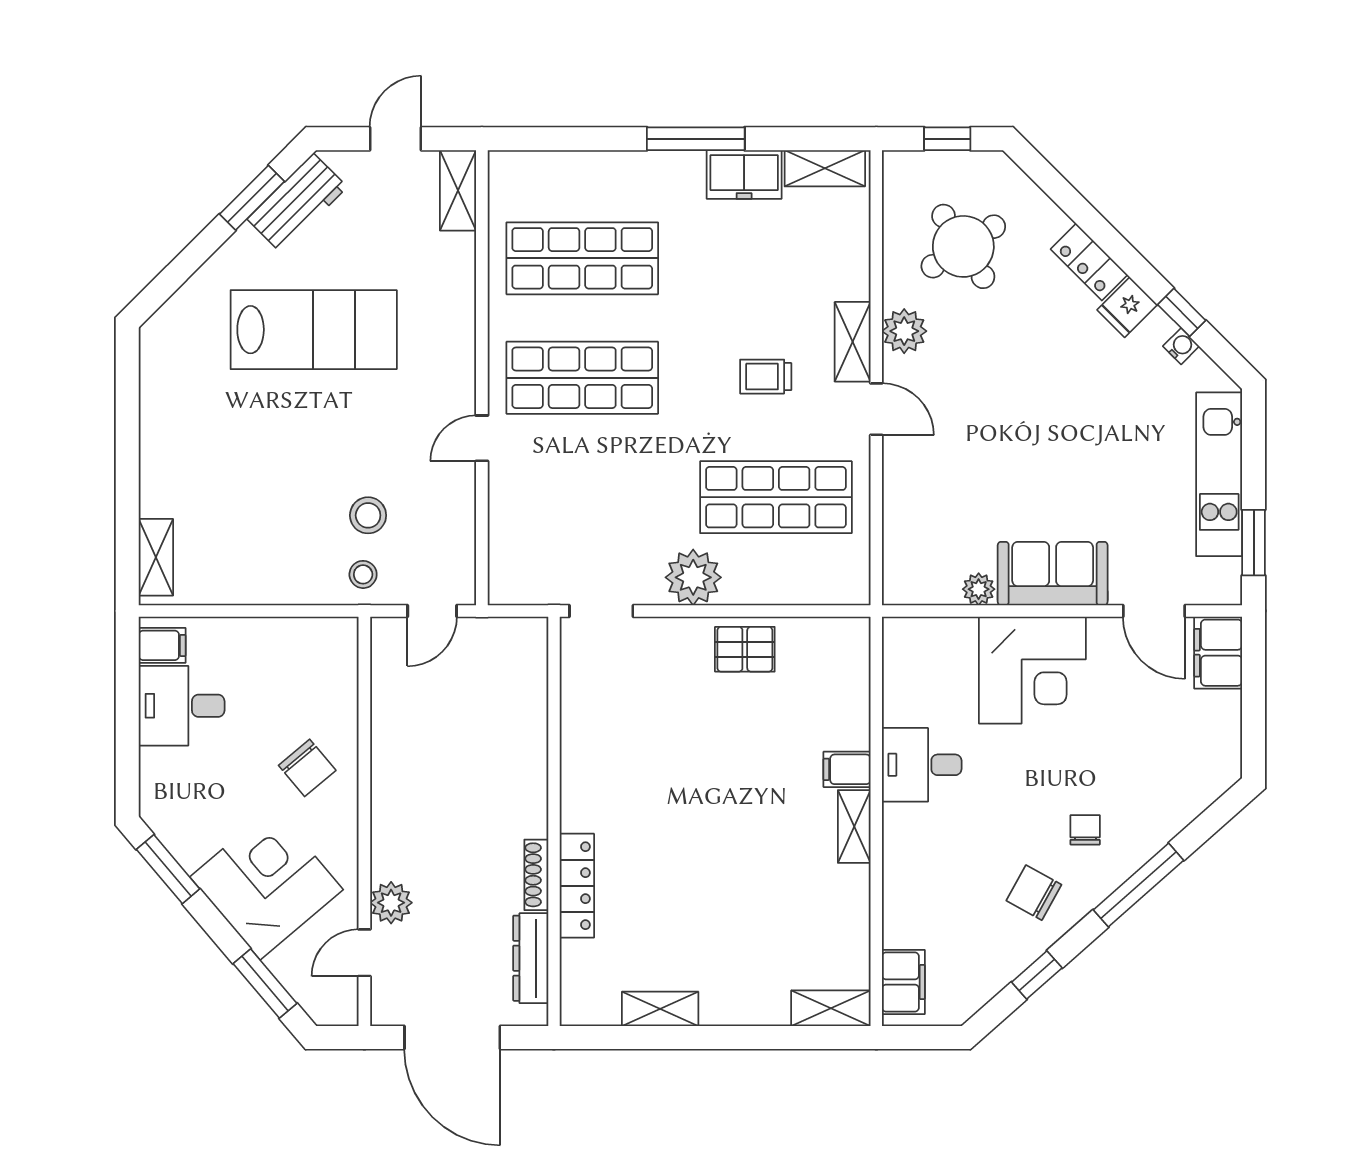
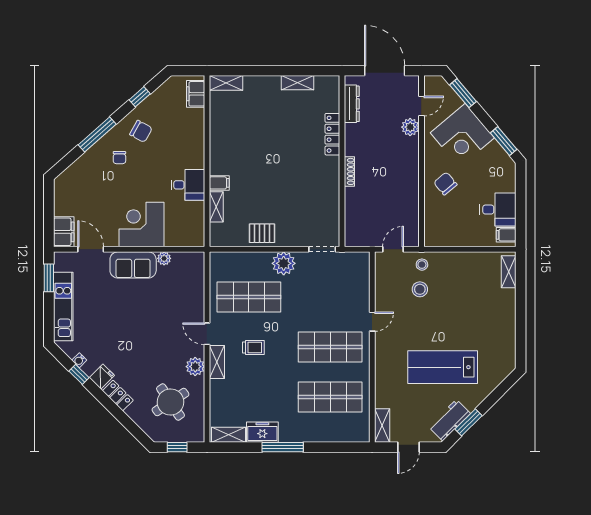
shelving: (854, 826) -> (216, 207), moved
shoe rack: (536, 875) -> (349, 171), moved

